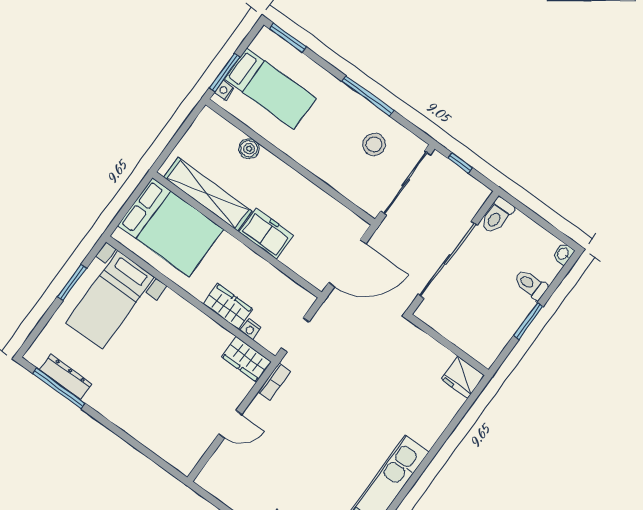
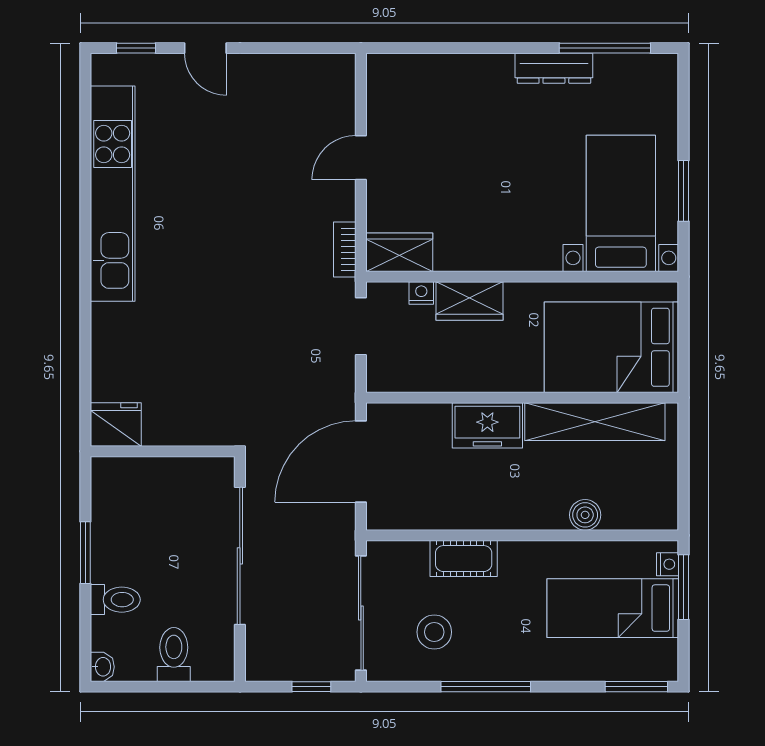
cot: (330, 172) -> (464, 559), added
toilet: (497, 216) -> (174, 655), moved
dresser: (66, 377) -> (554, 68), moved

